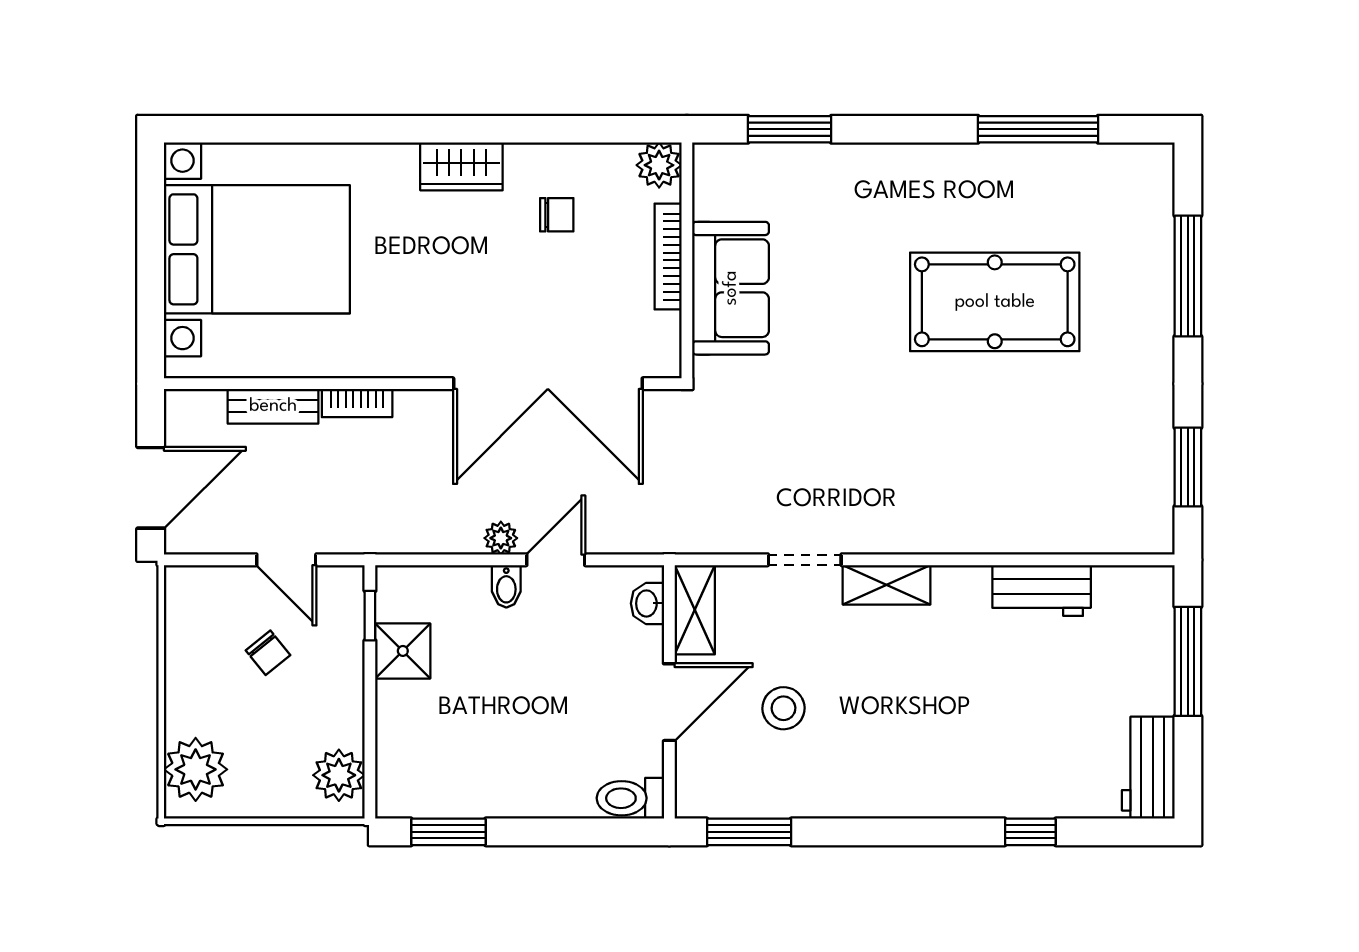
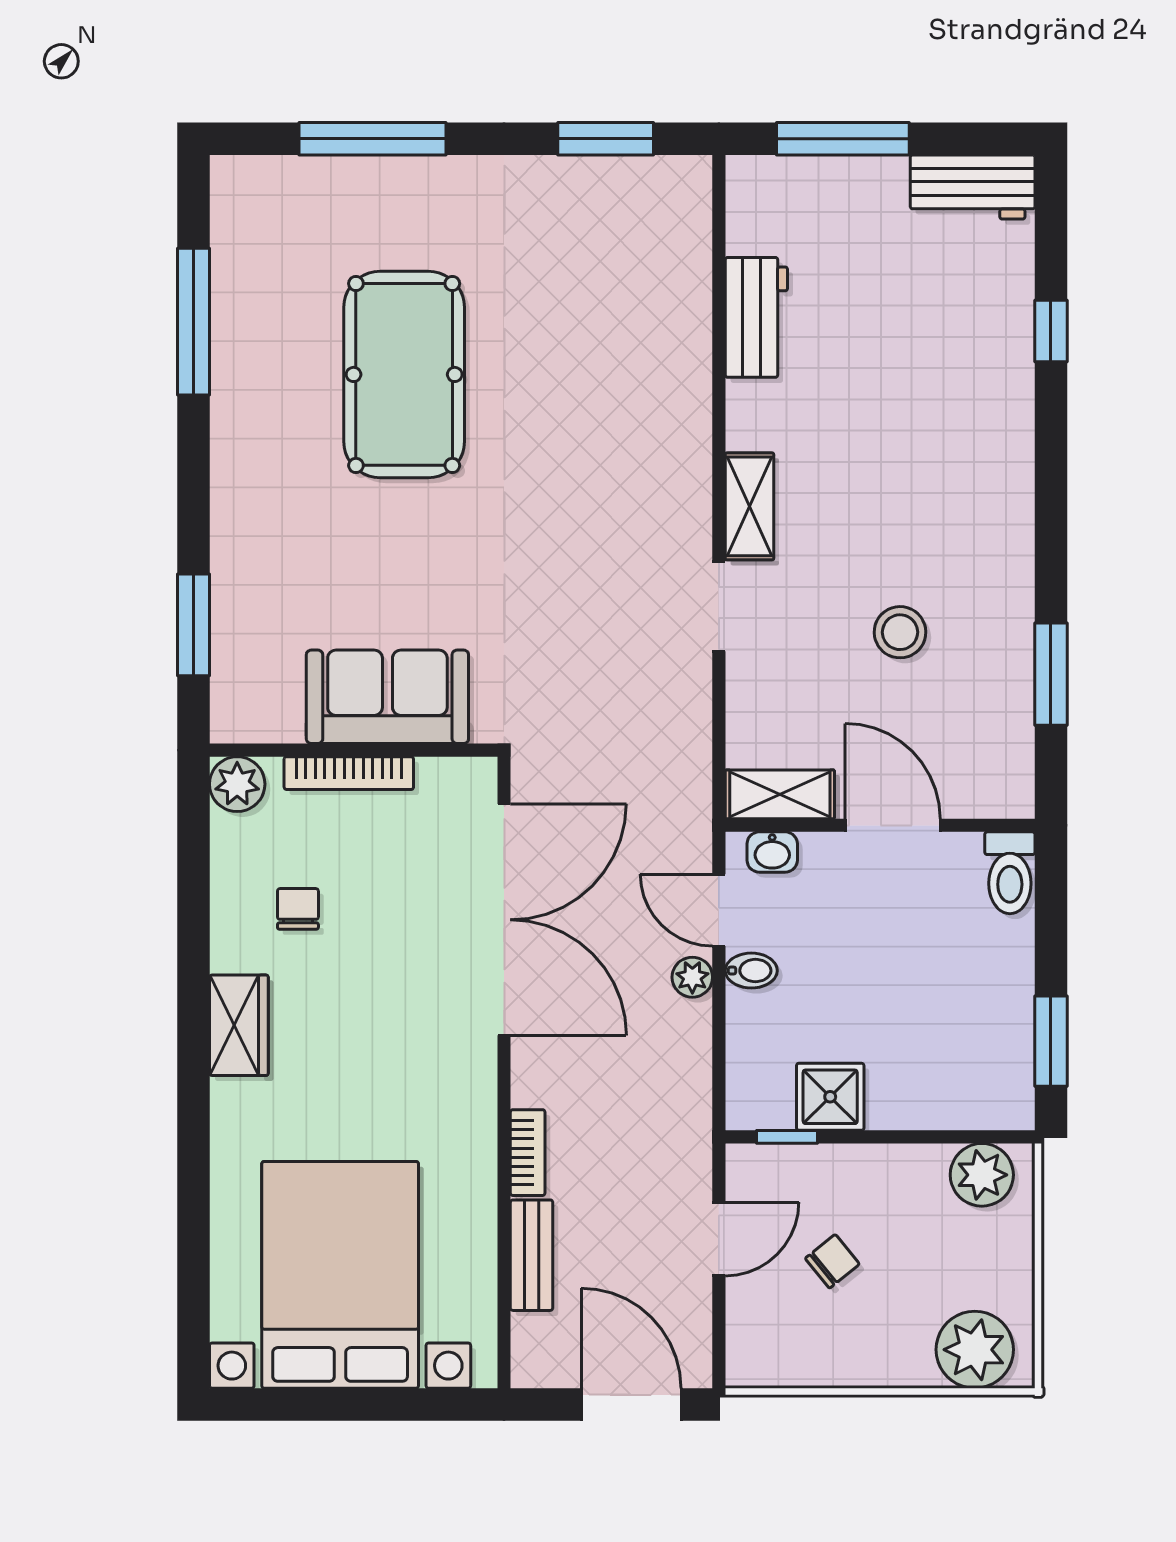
washbasin: (647, 603) -> (772, 852), moved
shelving: (695, 610) -> (780, 794), moved
wall: (669, 692) -> (880, 825), moved
door: (669, 702) -> (893, 825), moved
toilet: (630, 798) -> (1010, 873), moved

